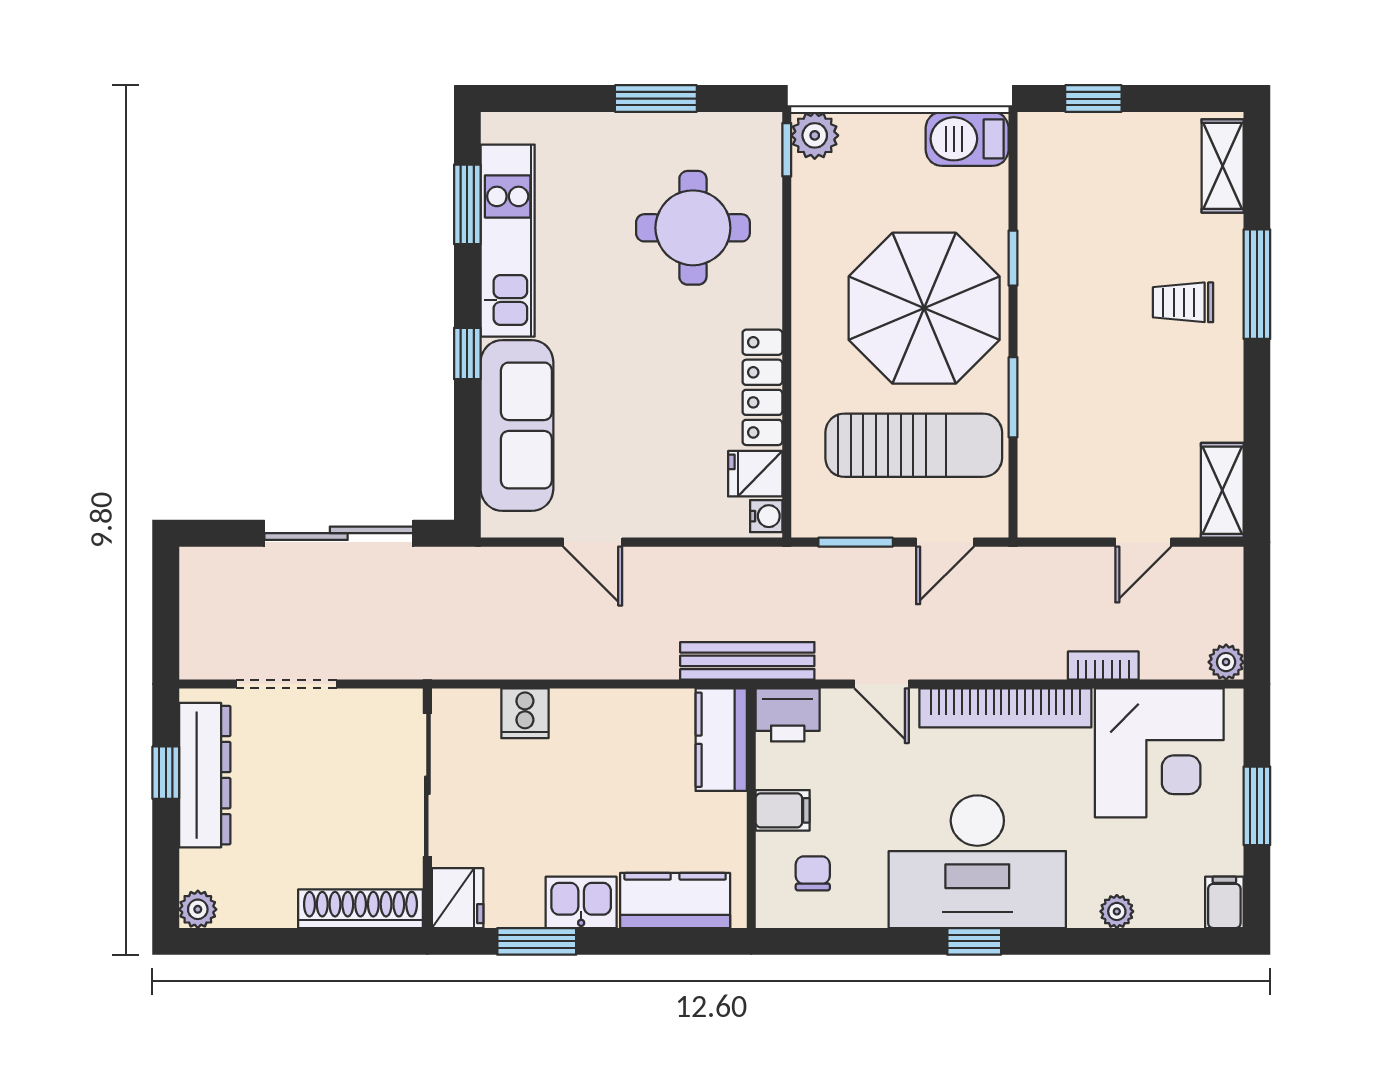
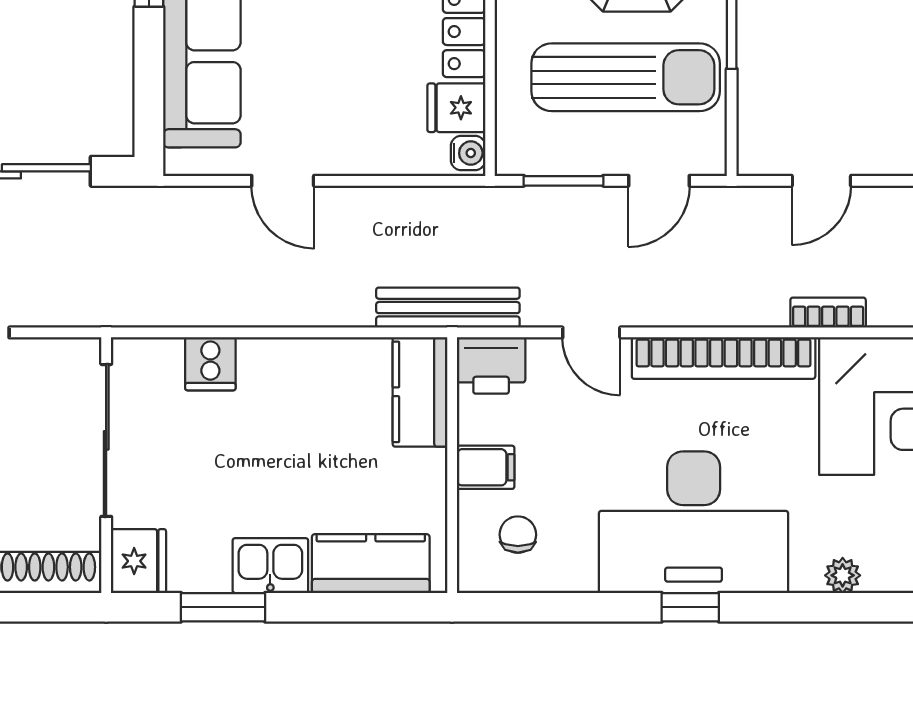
door: (1143, 542) -> (821, 181), moved

